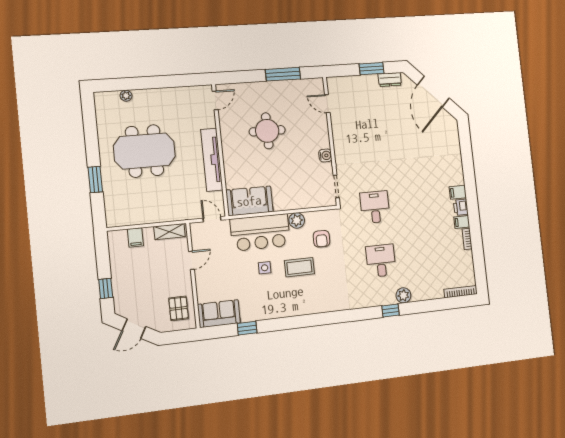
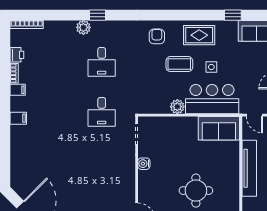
printer: (461, 207) -> (17, 55), moved
armchair: (322, 239) -> (157, 36), moved
rug: (281, 301) -> (199, 35), added

